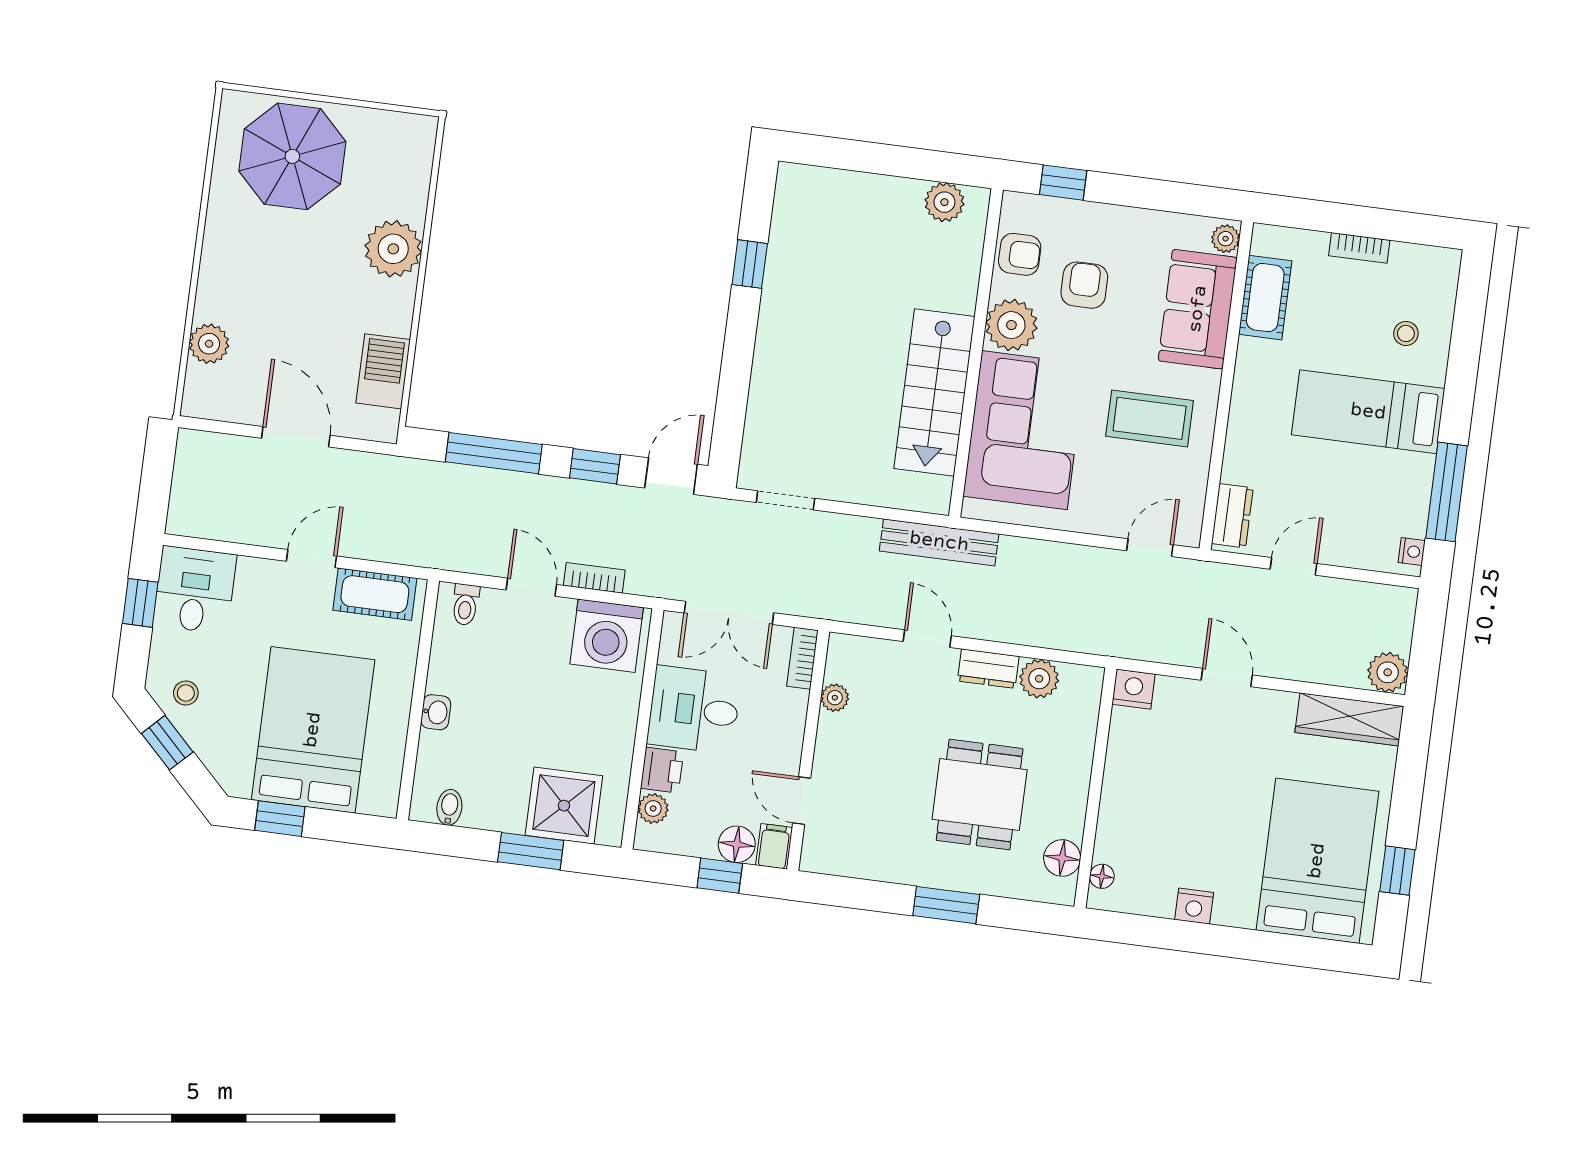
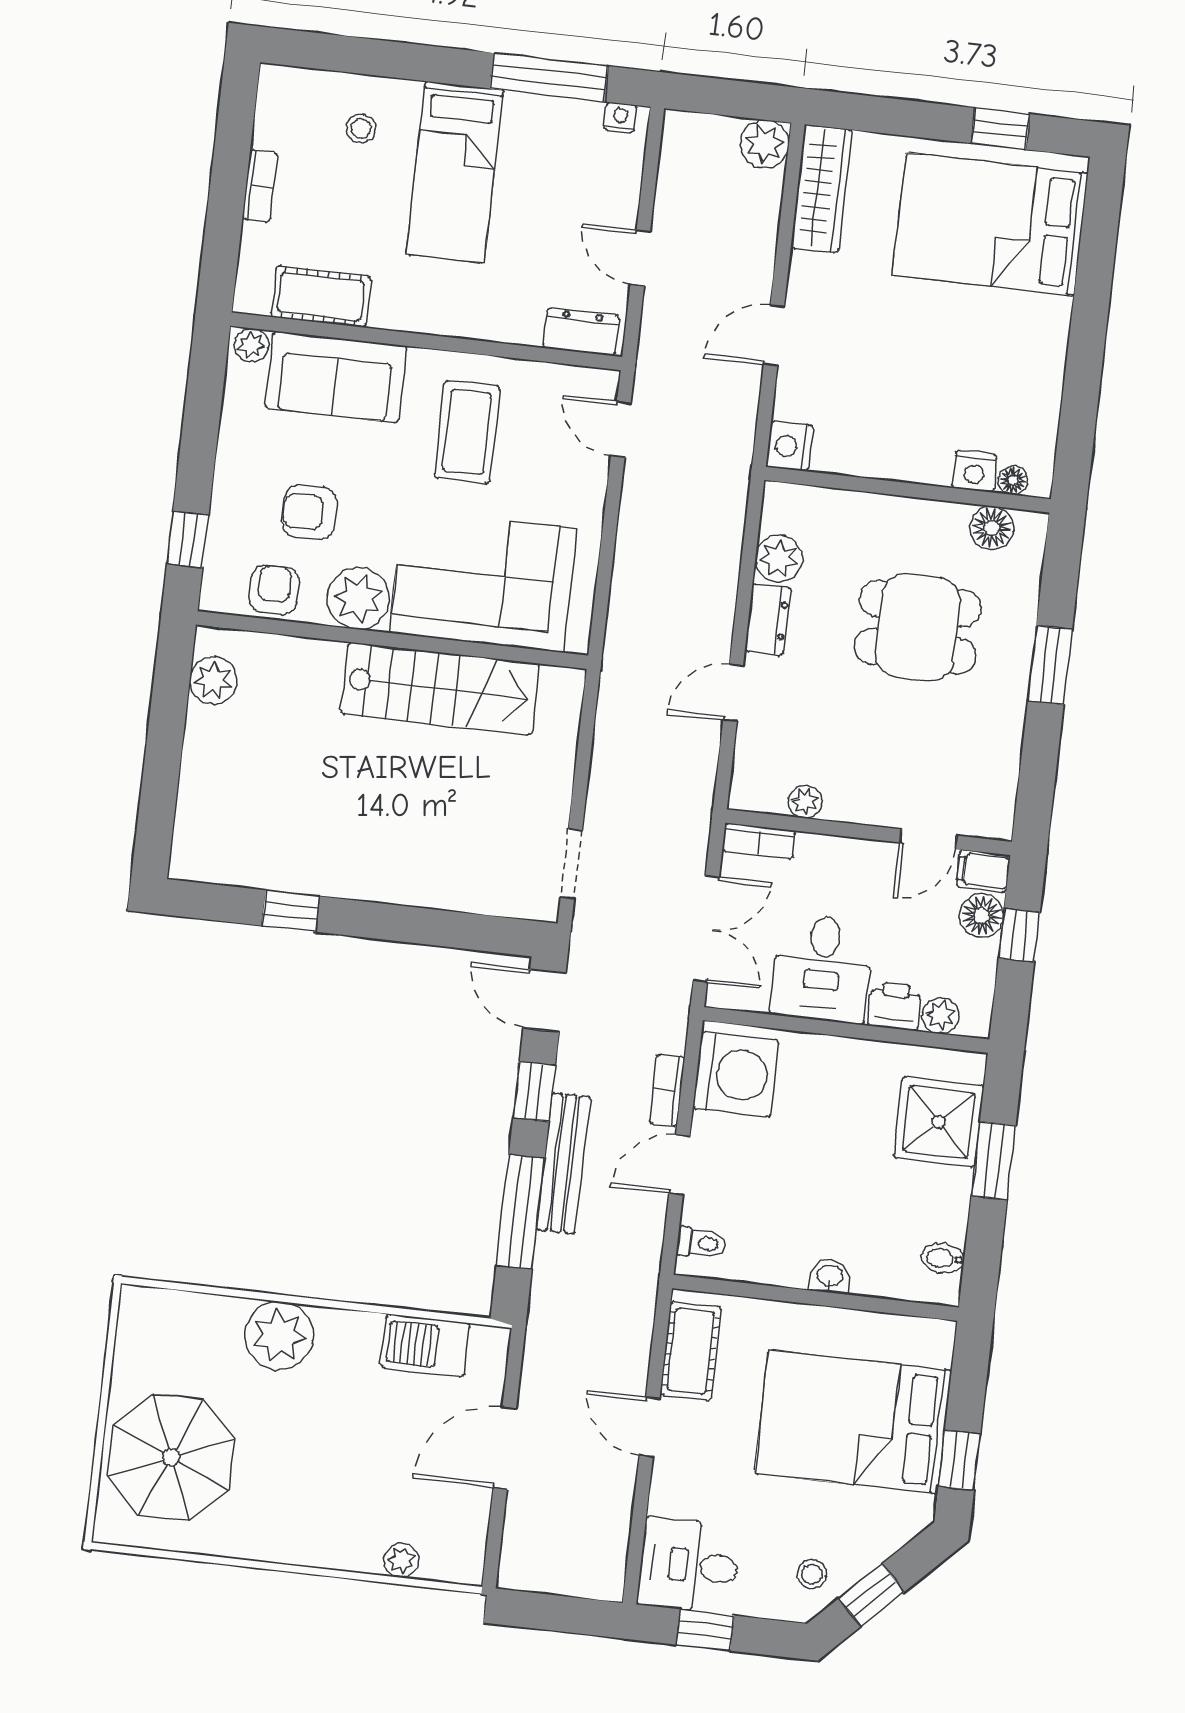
plant: (209, 344) -> (401, 1560), width x0.73, depth x0.73
bench: (939, 542) -> (563, 1163), moved
nightstand: (1194, 906) -> (975, 471), moved, turned 90

